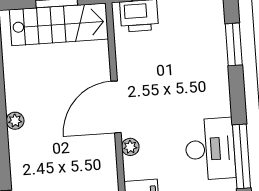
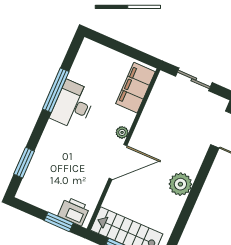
plant: (15, 121) -> (180, 184), width x1.88, depth x1.88

